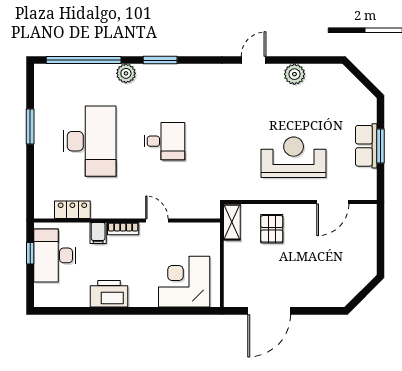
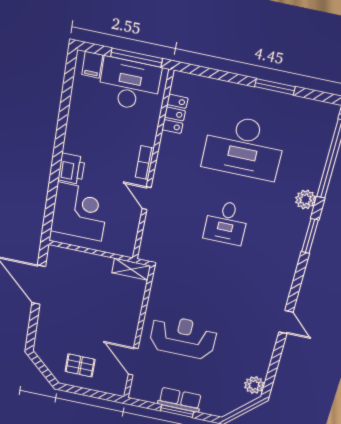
plant: (294, 74) -> (254, 385), moved
reception desk: (294, 157) -> (183, 337), turned -90
door: (157, 220) -> (147, 198), swing flipped
pallet: (272, 229) -> (80, 365), moved
filing cabinet: (98, 233) -> (92, 65), moved, turned -90
window: (30, 253) -> (137, 58), width x2.17
printer: (109, 294) -> (71, 169), moved, width x0.73, depth x0.84

